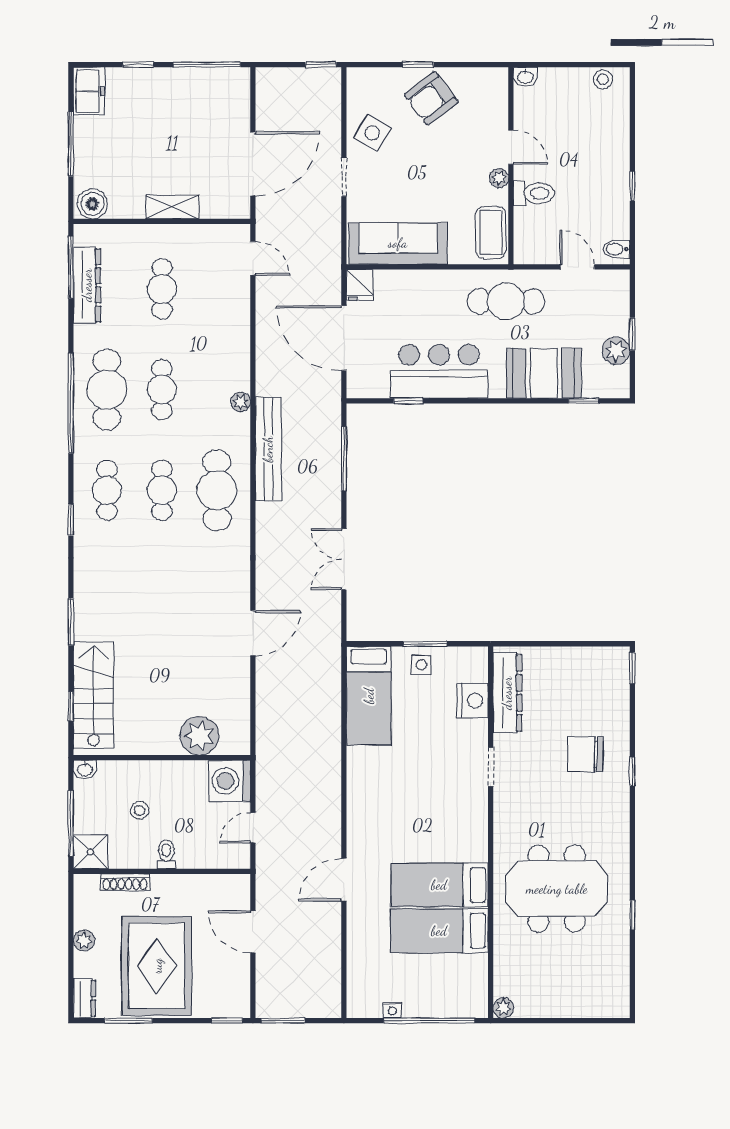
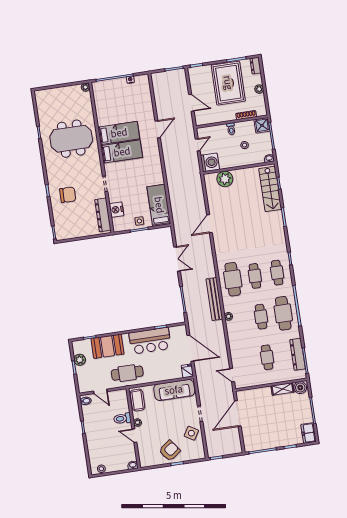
shelving: (172, 207) -> (282, 389), moved
bed: (439, 931) -> (122, 152), moved

